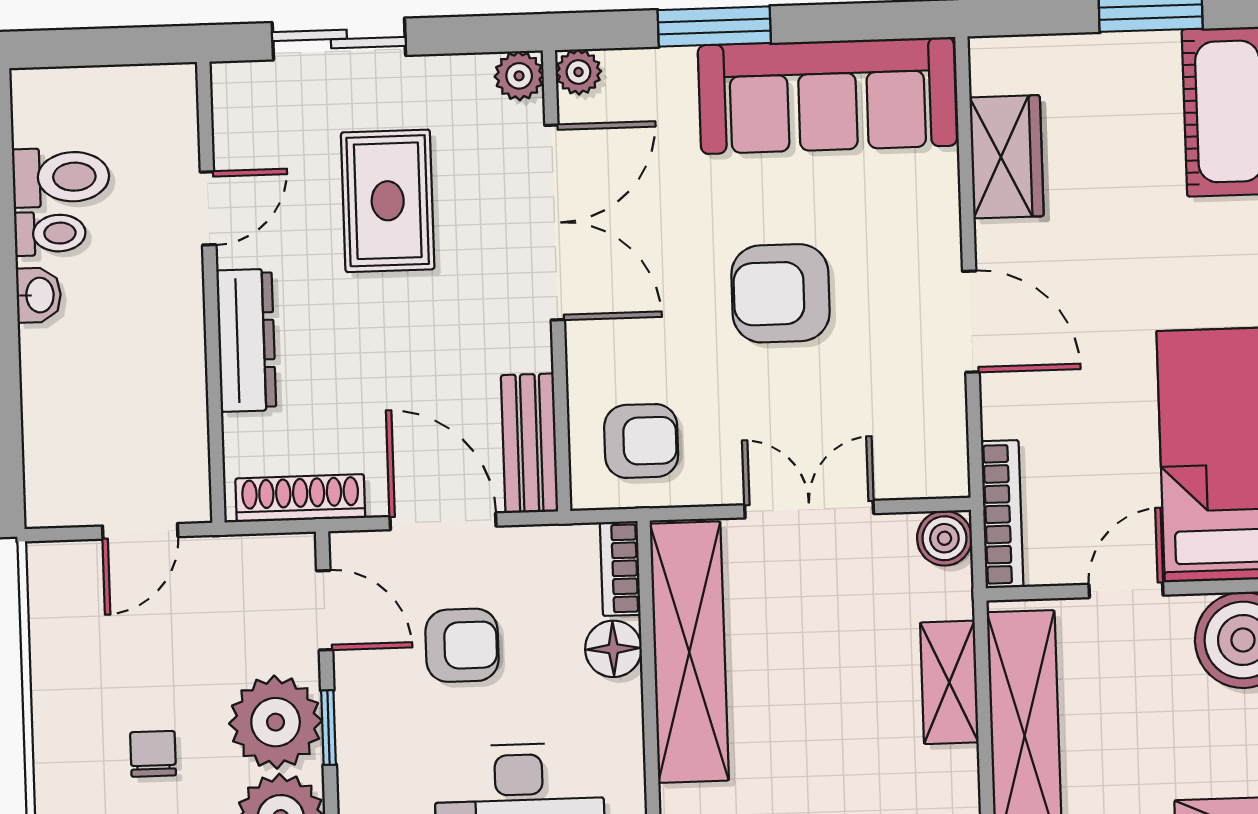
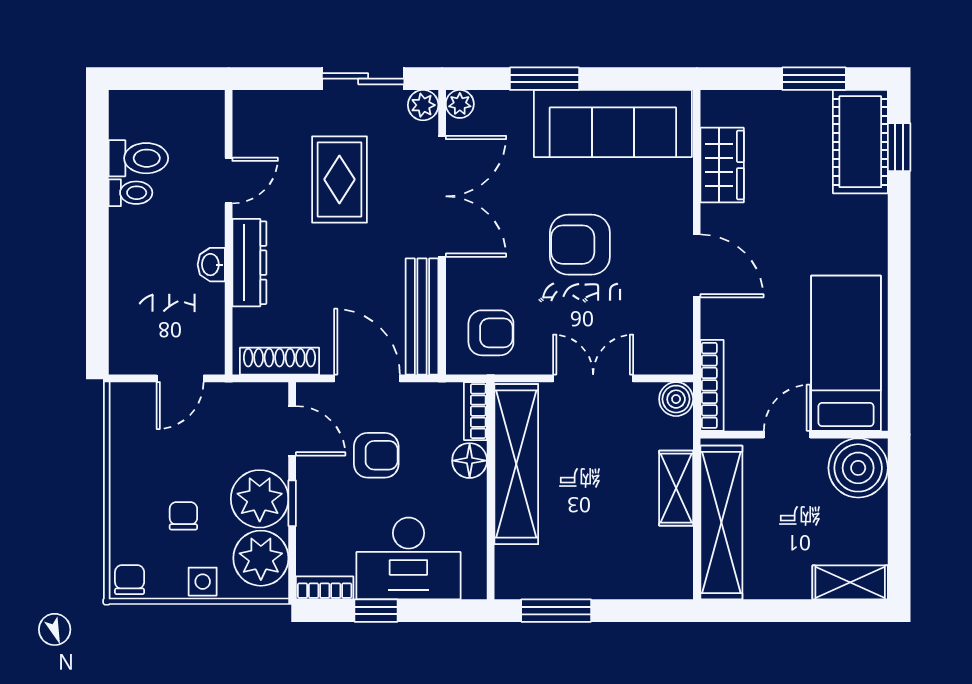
sliding door: (339, 39) -> (363, 79), moved
washbasin: (39, 295) -> (211, 265), moved, turned 180
bench: (530, 443) -> (422, 316), width x1.36

